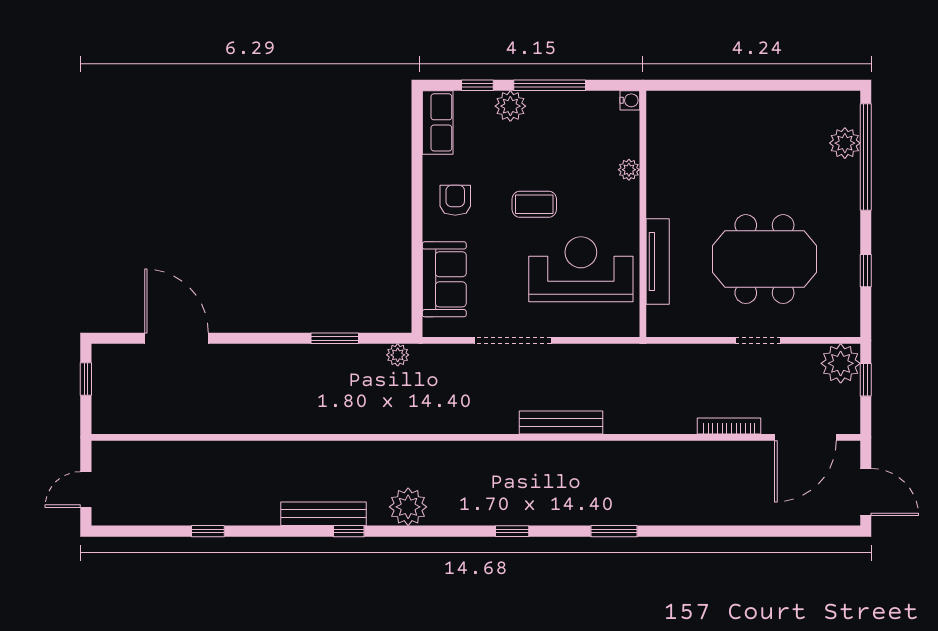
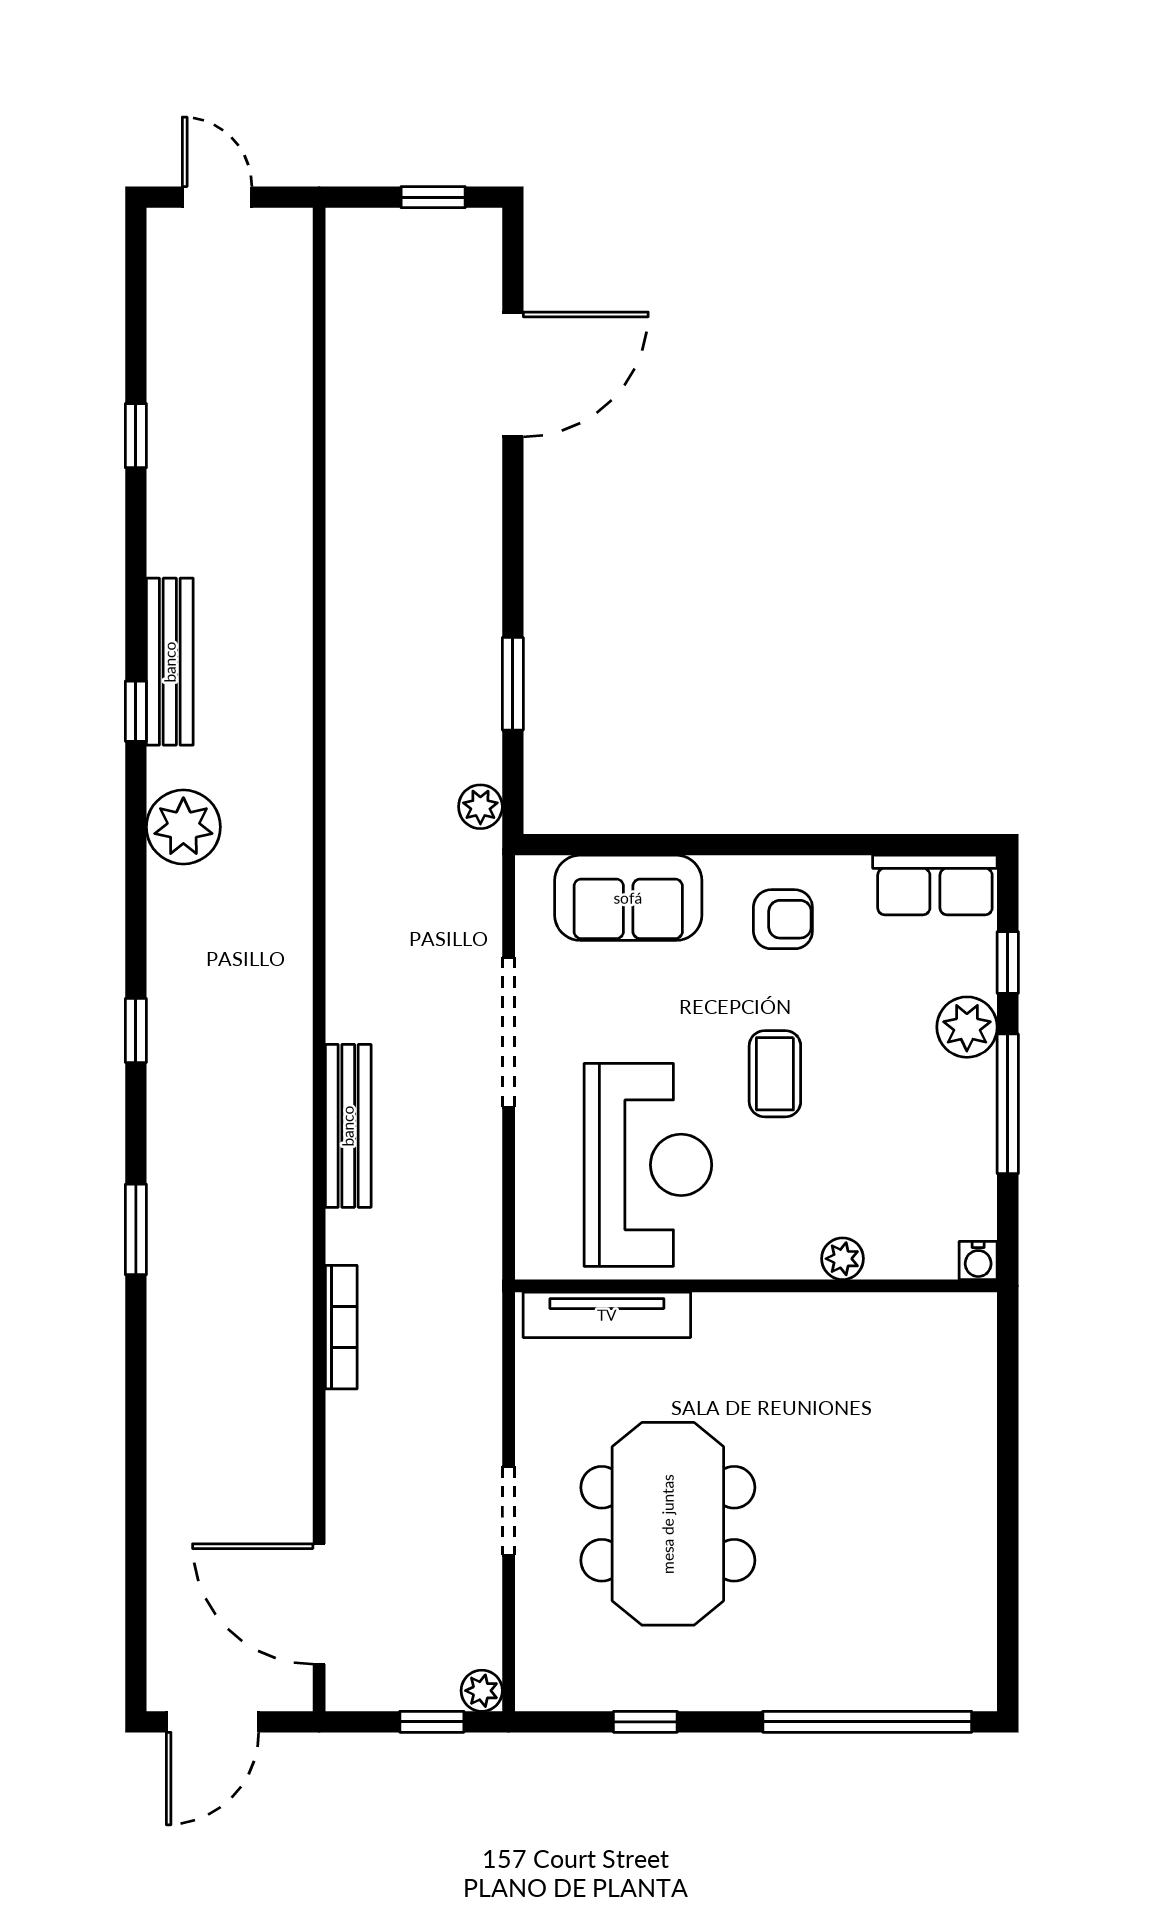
plant: (845, 143) -> (895, 1681), removed
tv unit: (658, 261) -> (607, 1315), moved
plant: (841, 363) -> (482, 1691), width x0.53, depth x0.53
bookcase: (729, 426) -> (341, 1327), moved

